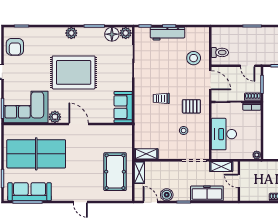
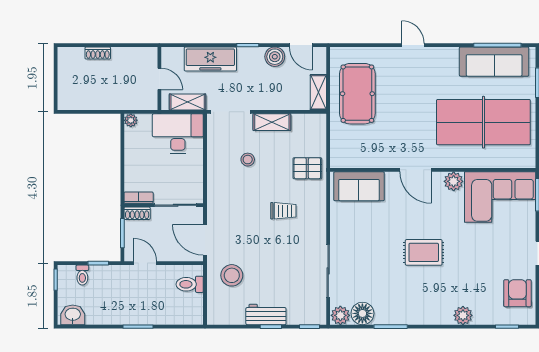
plant: (71, 33) -> (463, 315), moved
workbench: (168, 34) -> (266, 314), width x0.73
rug: (74, 72) -> (424, 252), width x0.54, depth x0.49
pallet: (191, 106) -> (307, 168), moved
sofa: (123, 107) -> (359, 186), moved, turned 90
desk: (224, 134) -> (178, 134), moved, turned -90
shelving: (146, 154) -> (272, 122), moved

